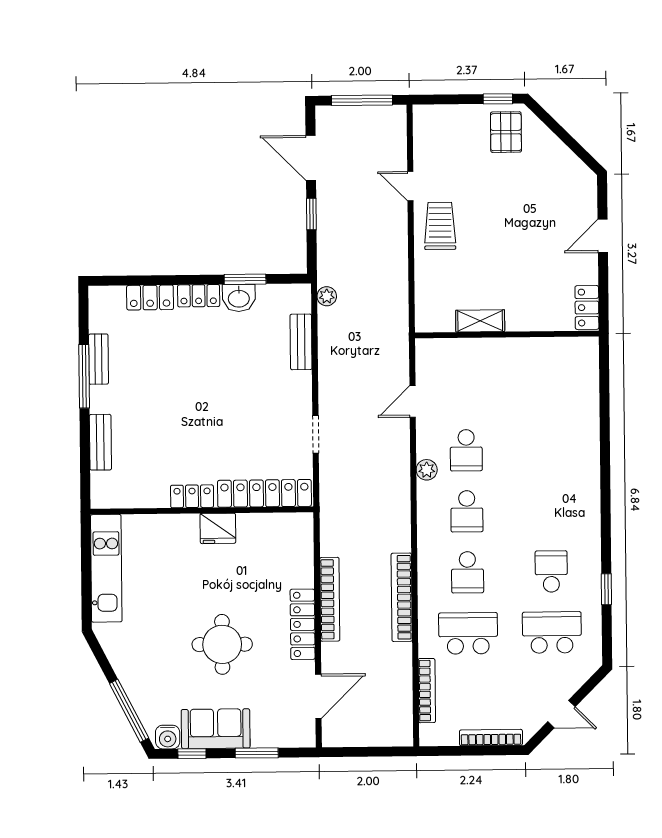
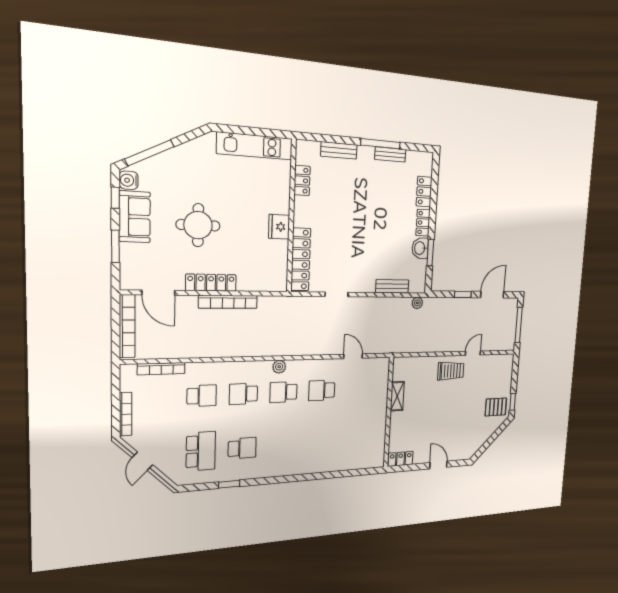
plant: (427, 470) -> (279, 367), moved
locker: (192, 496) -> (302, 181), moved
bookcase: (402, 597) -> (127, 326), moved, turned 90
school desk: (468, 633) -> (202, 396), width x0.54

